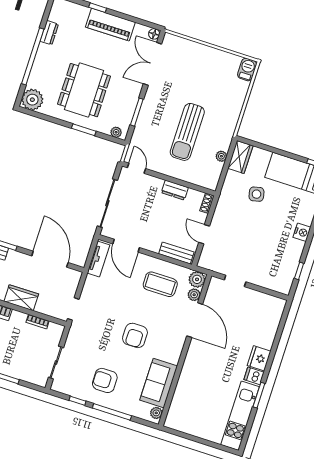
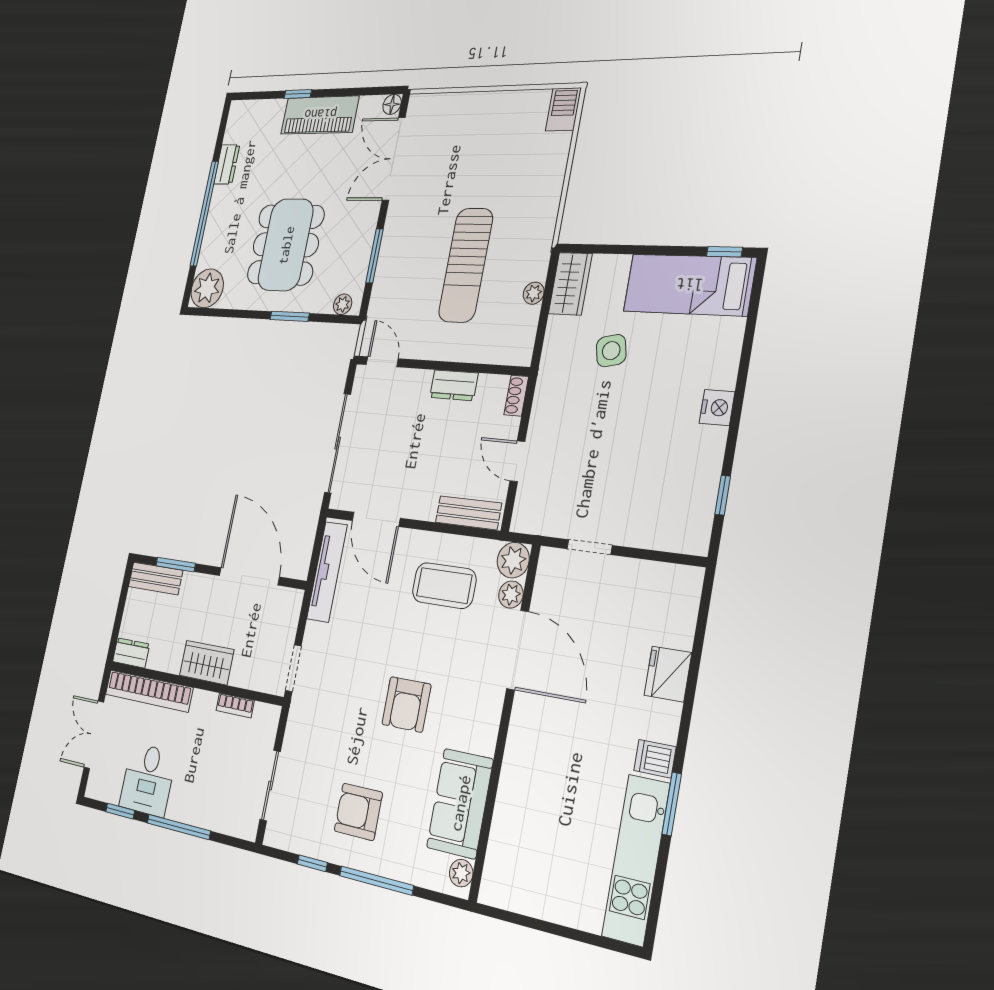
tv unit: (98, 259) -> (327, 572), width x1.41
fridge: (259, 358) -> (668, 674), moved

